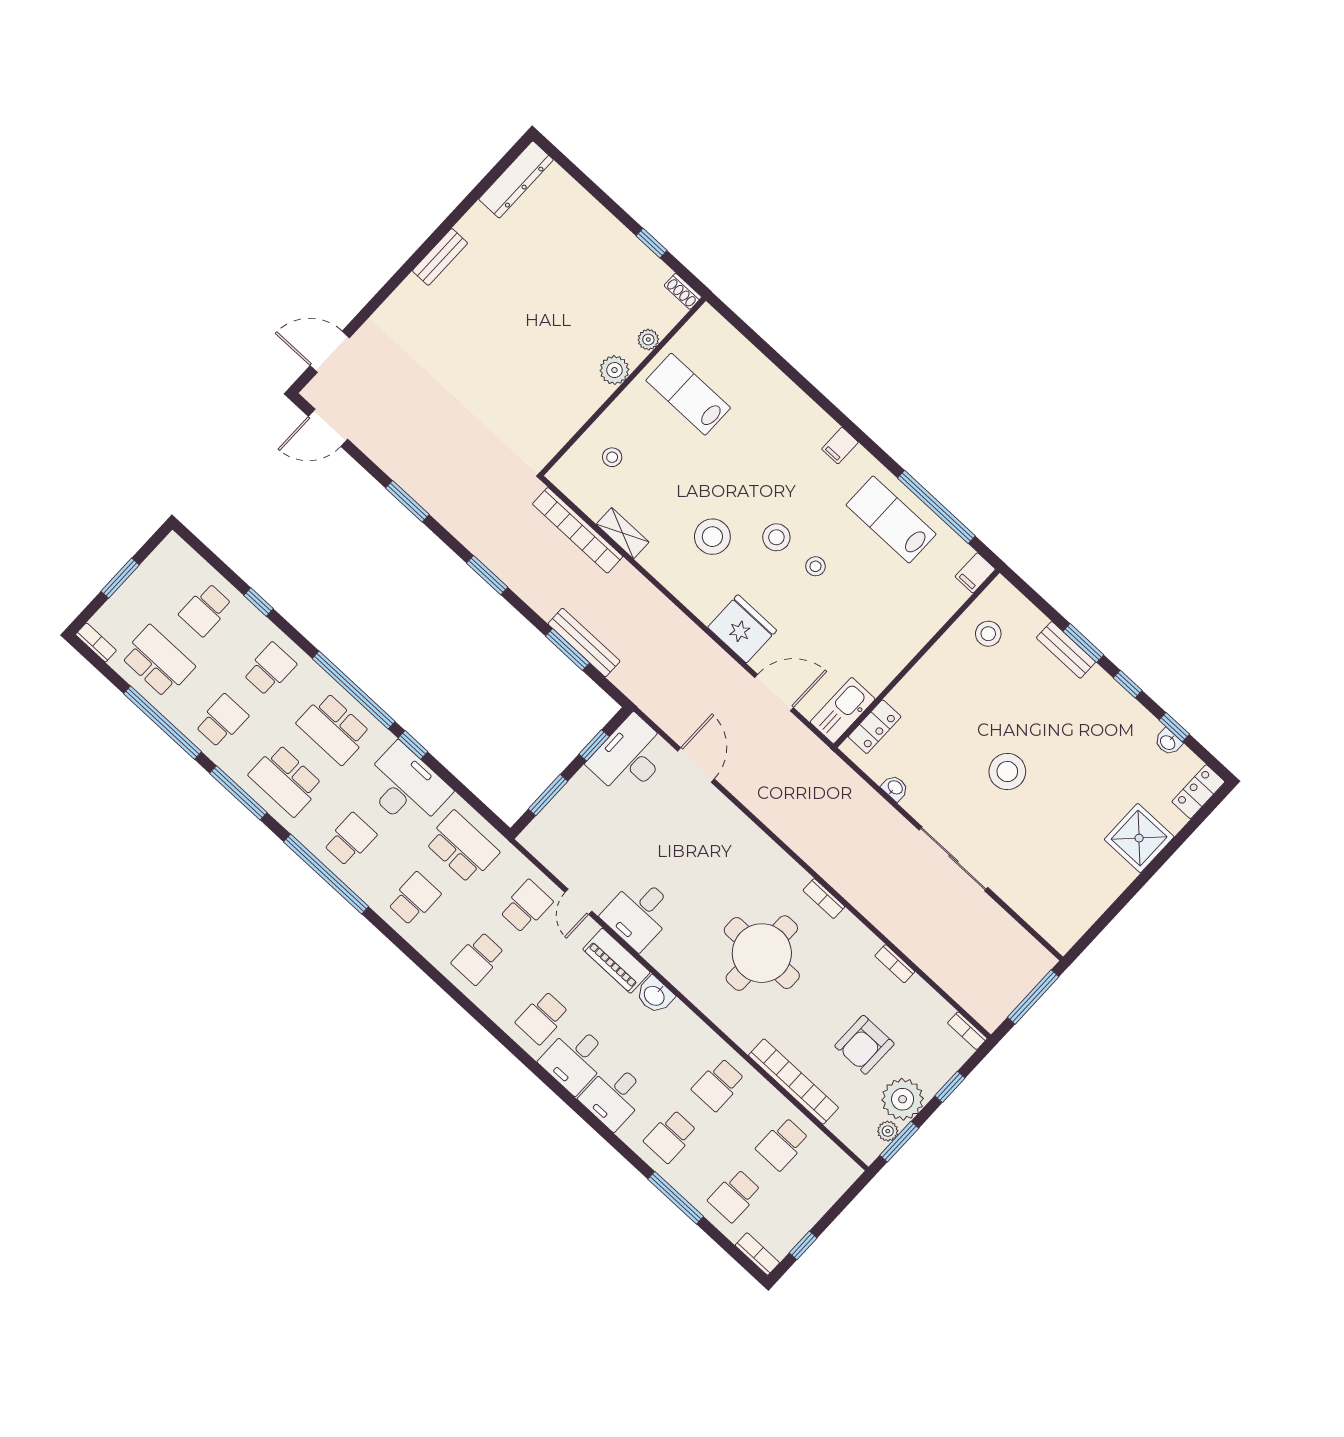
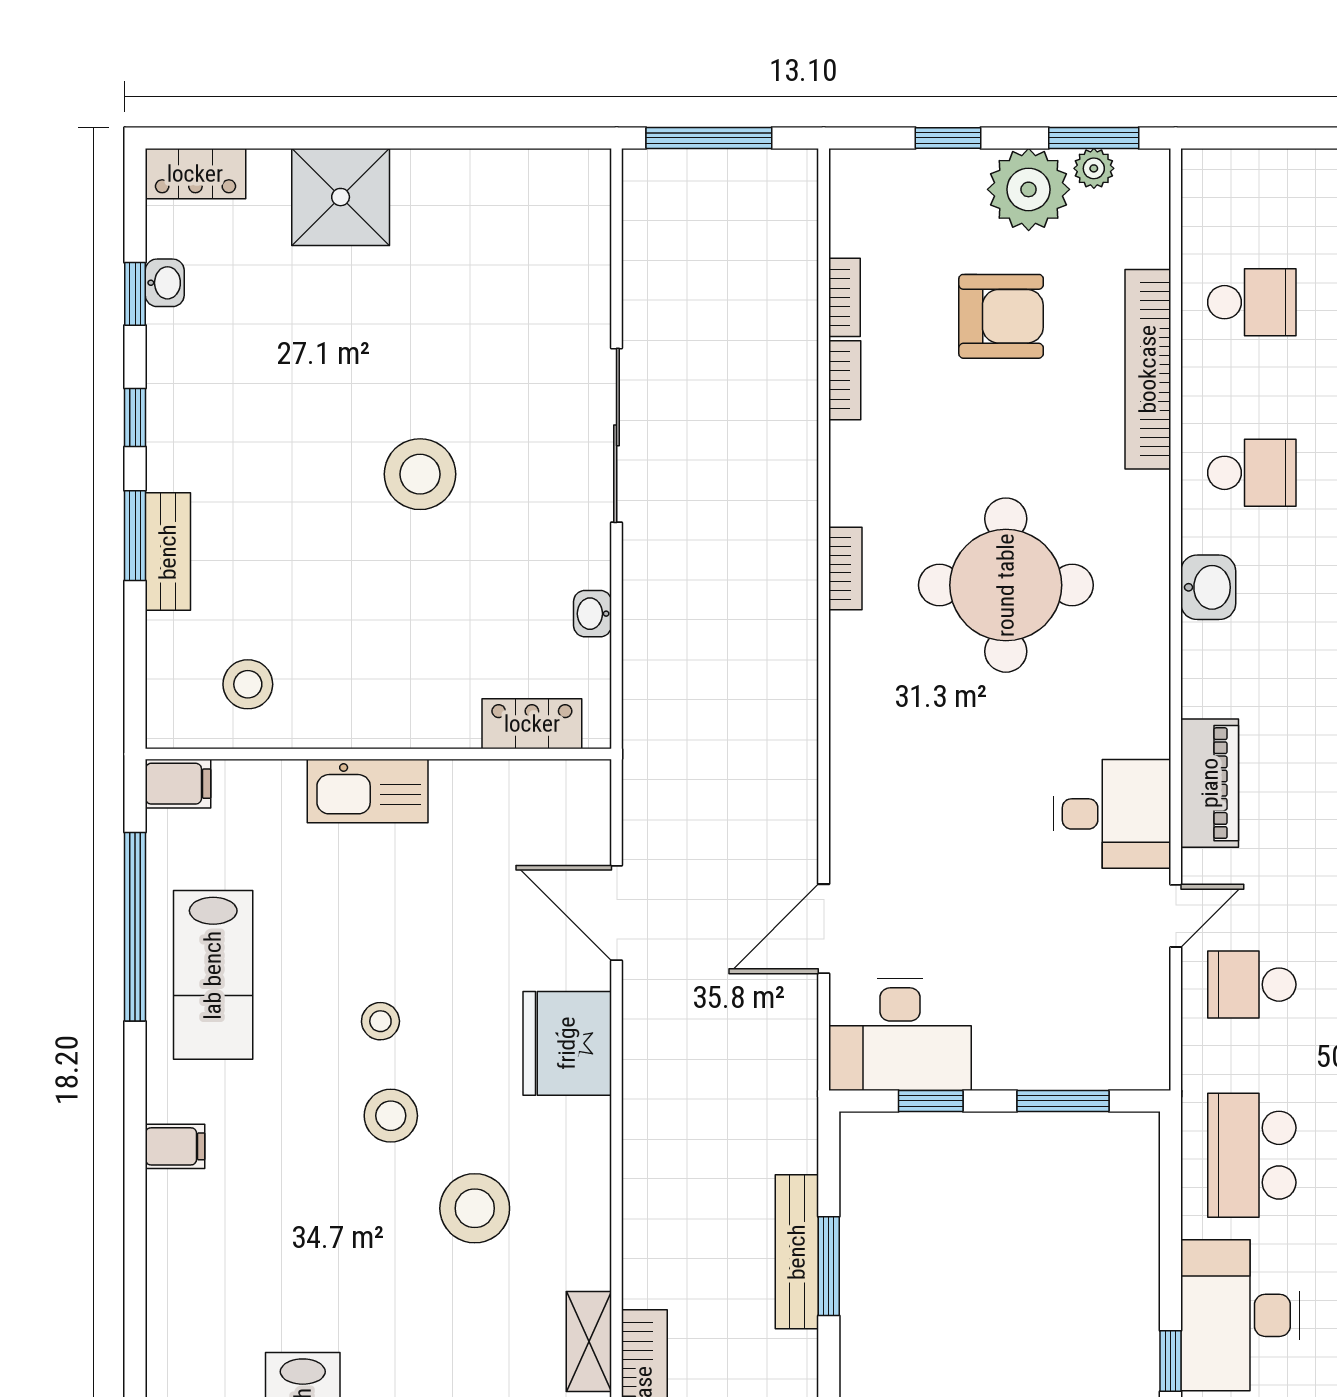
kitchen sink: (843, 711) -> (368, 791), moved
washbasin: (655, 995) -> (1208, 587), moved
bookcase: (967, 1031) -> (844, 297), moved

